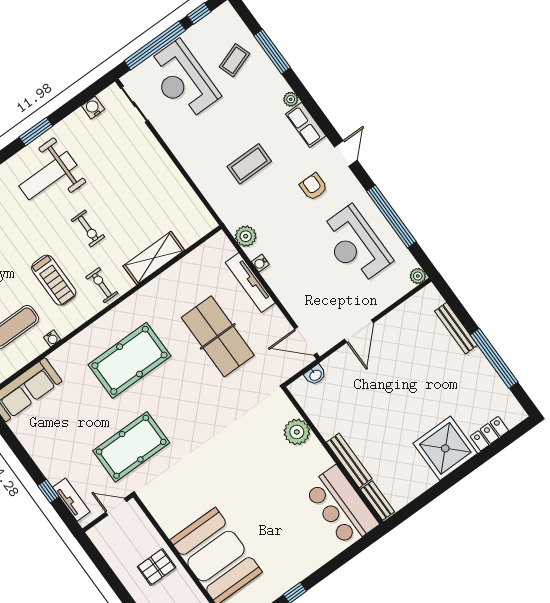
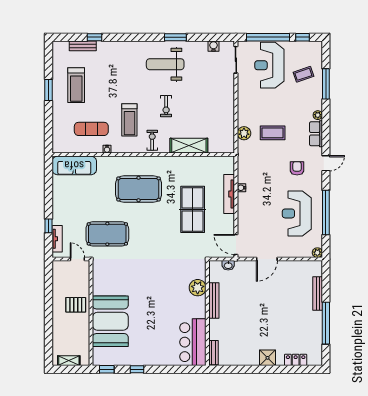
plant: (246, 236) -> (244, 133), moved
shower: (445, 448) -> (268, 358), width x0.54, depth x0.54
bench: (349, 460) -> (214, 300), moved

